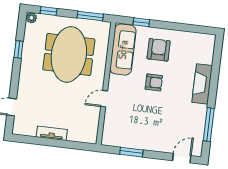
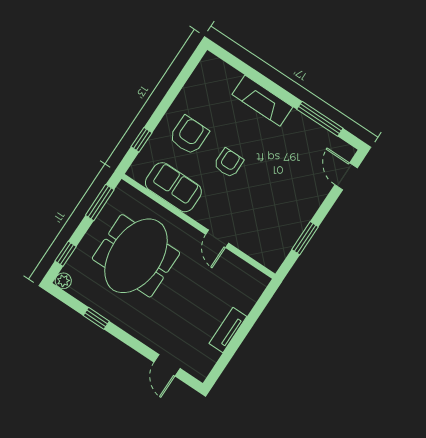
sofa: (123, 50) -> (173, 187), width x0.73
armchair: (159, 50) -> (189, 135), turned 90
meeting table: (69, 54) -> (136, 256), turned 90

